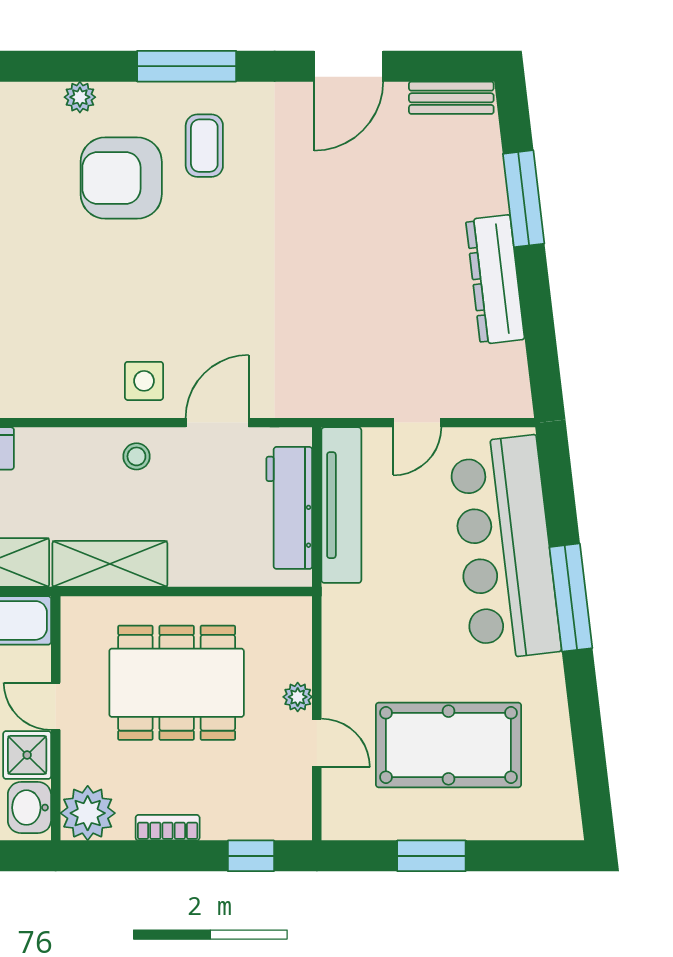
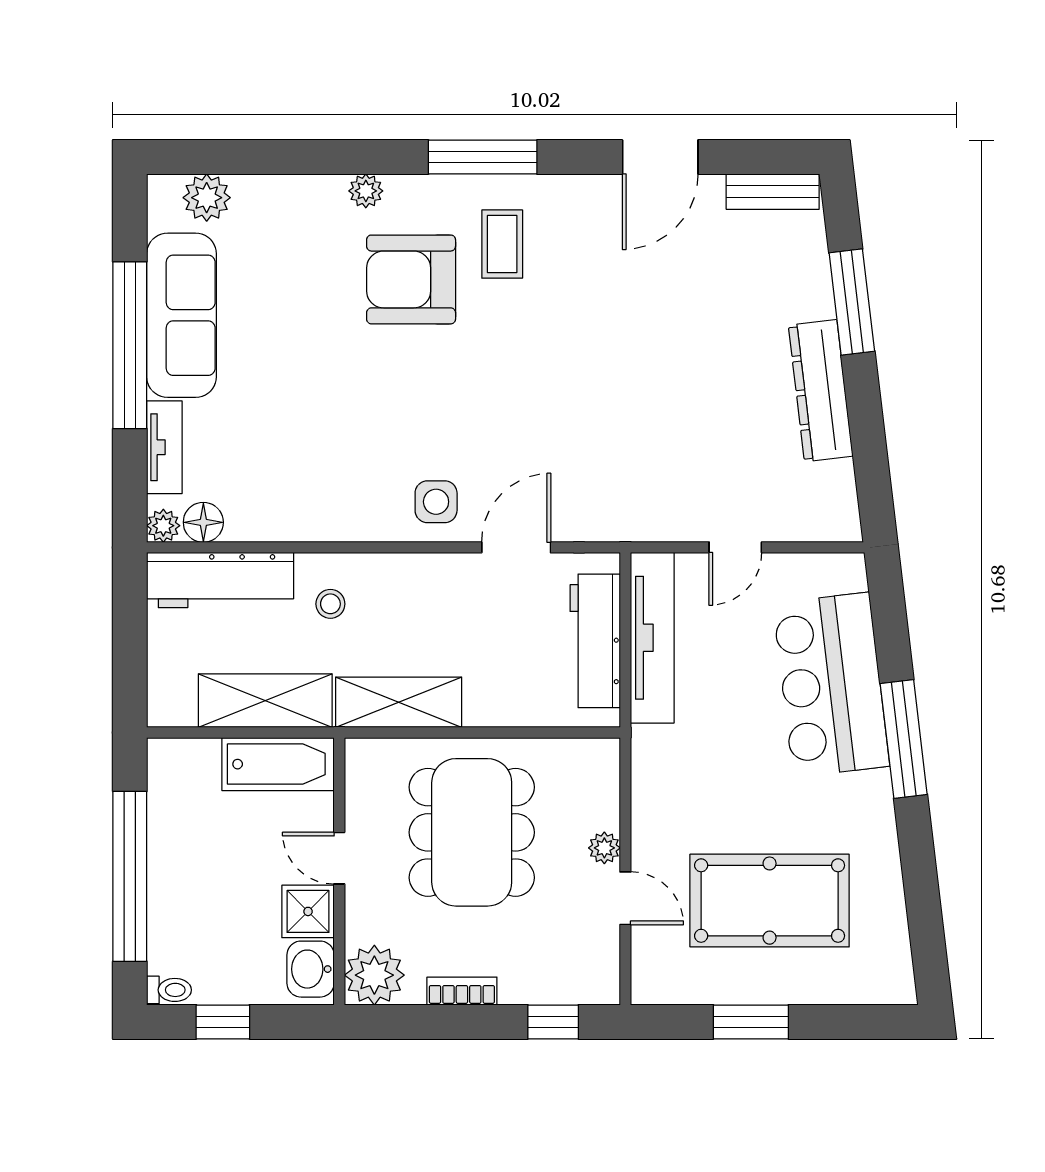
stool: (136, 456) -> (330, 604), moved
bar counter: (505, 548) -> (831, 685), width x0.73
dining table: (177, 683) -> (472, 832), turned 90

